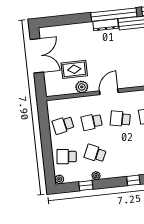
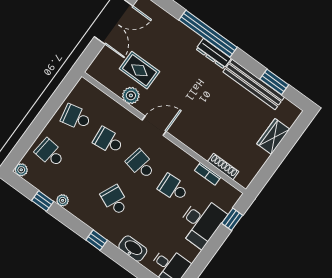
window: (114, 15) -> (208, 34), moved
school desk: (95, 153) -> (115, 200), moved

